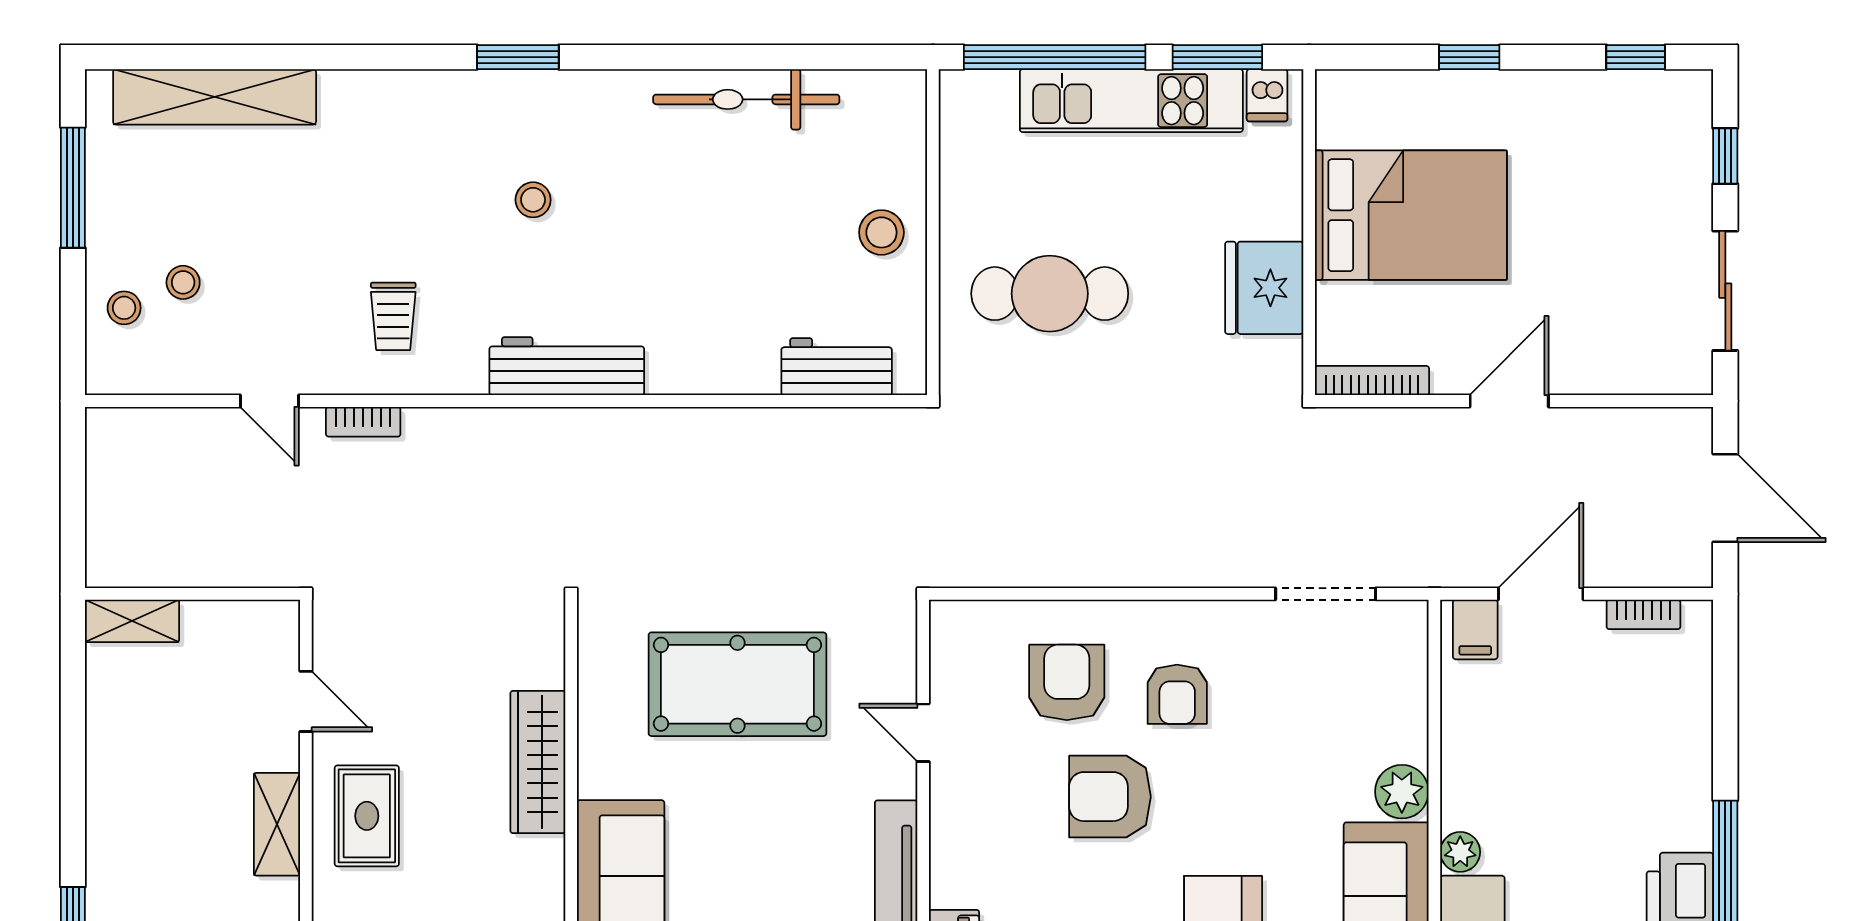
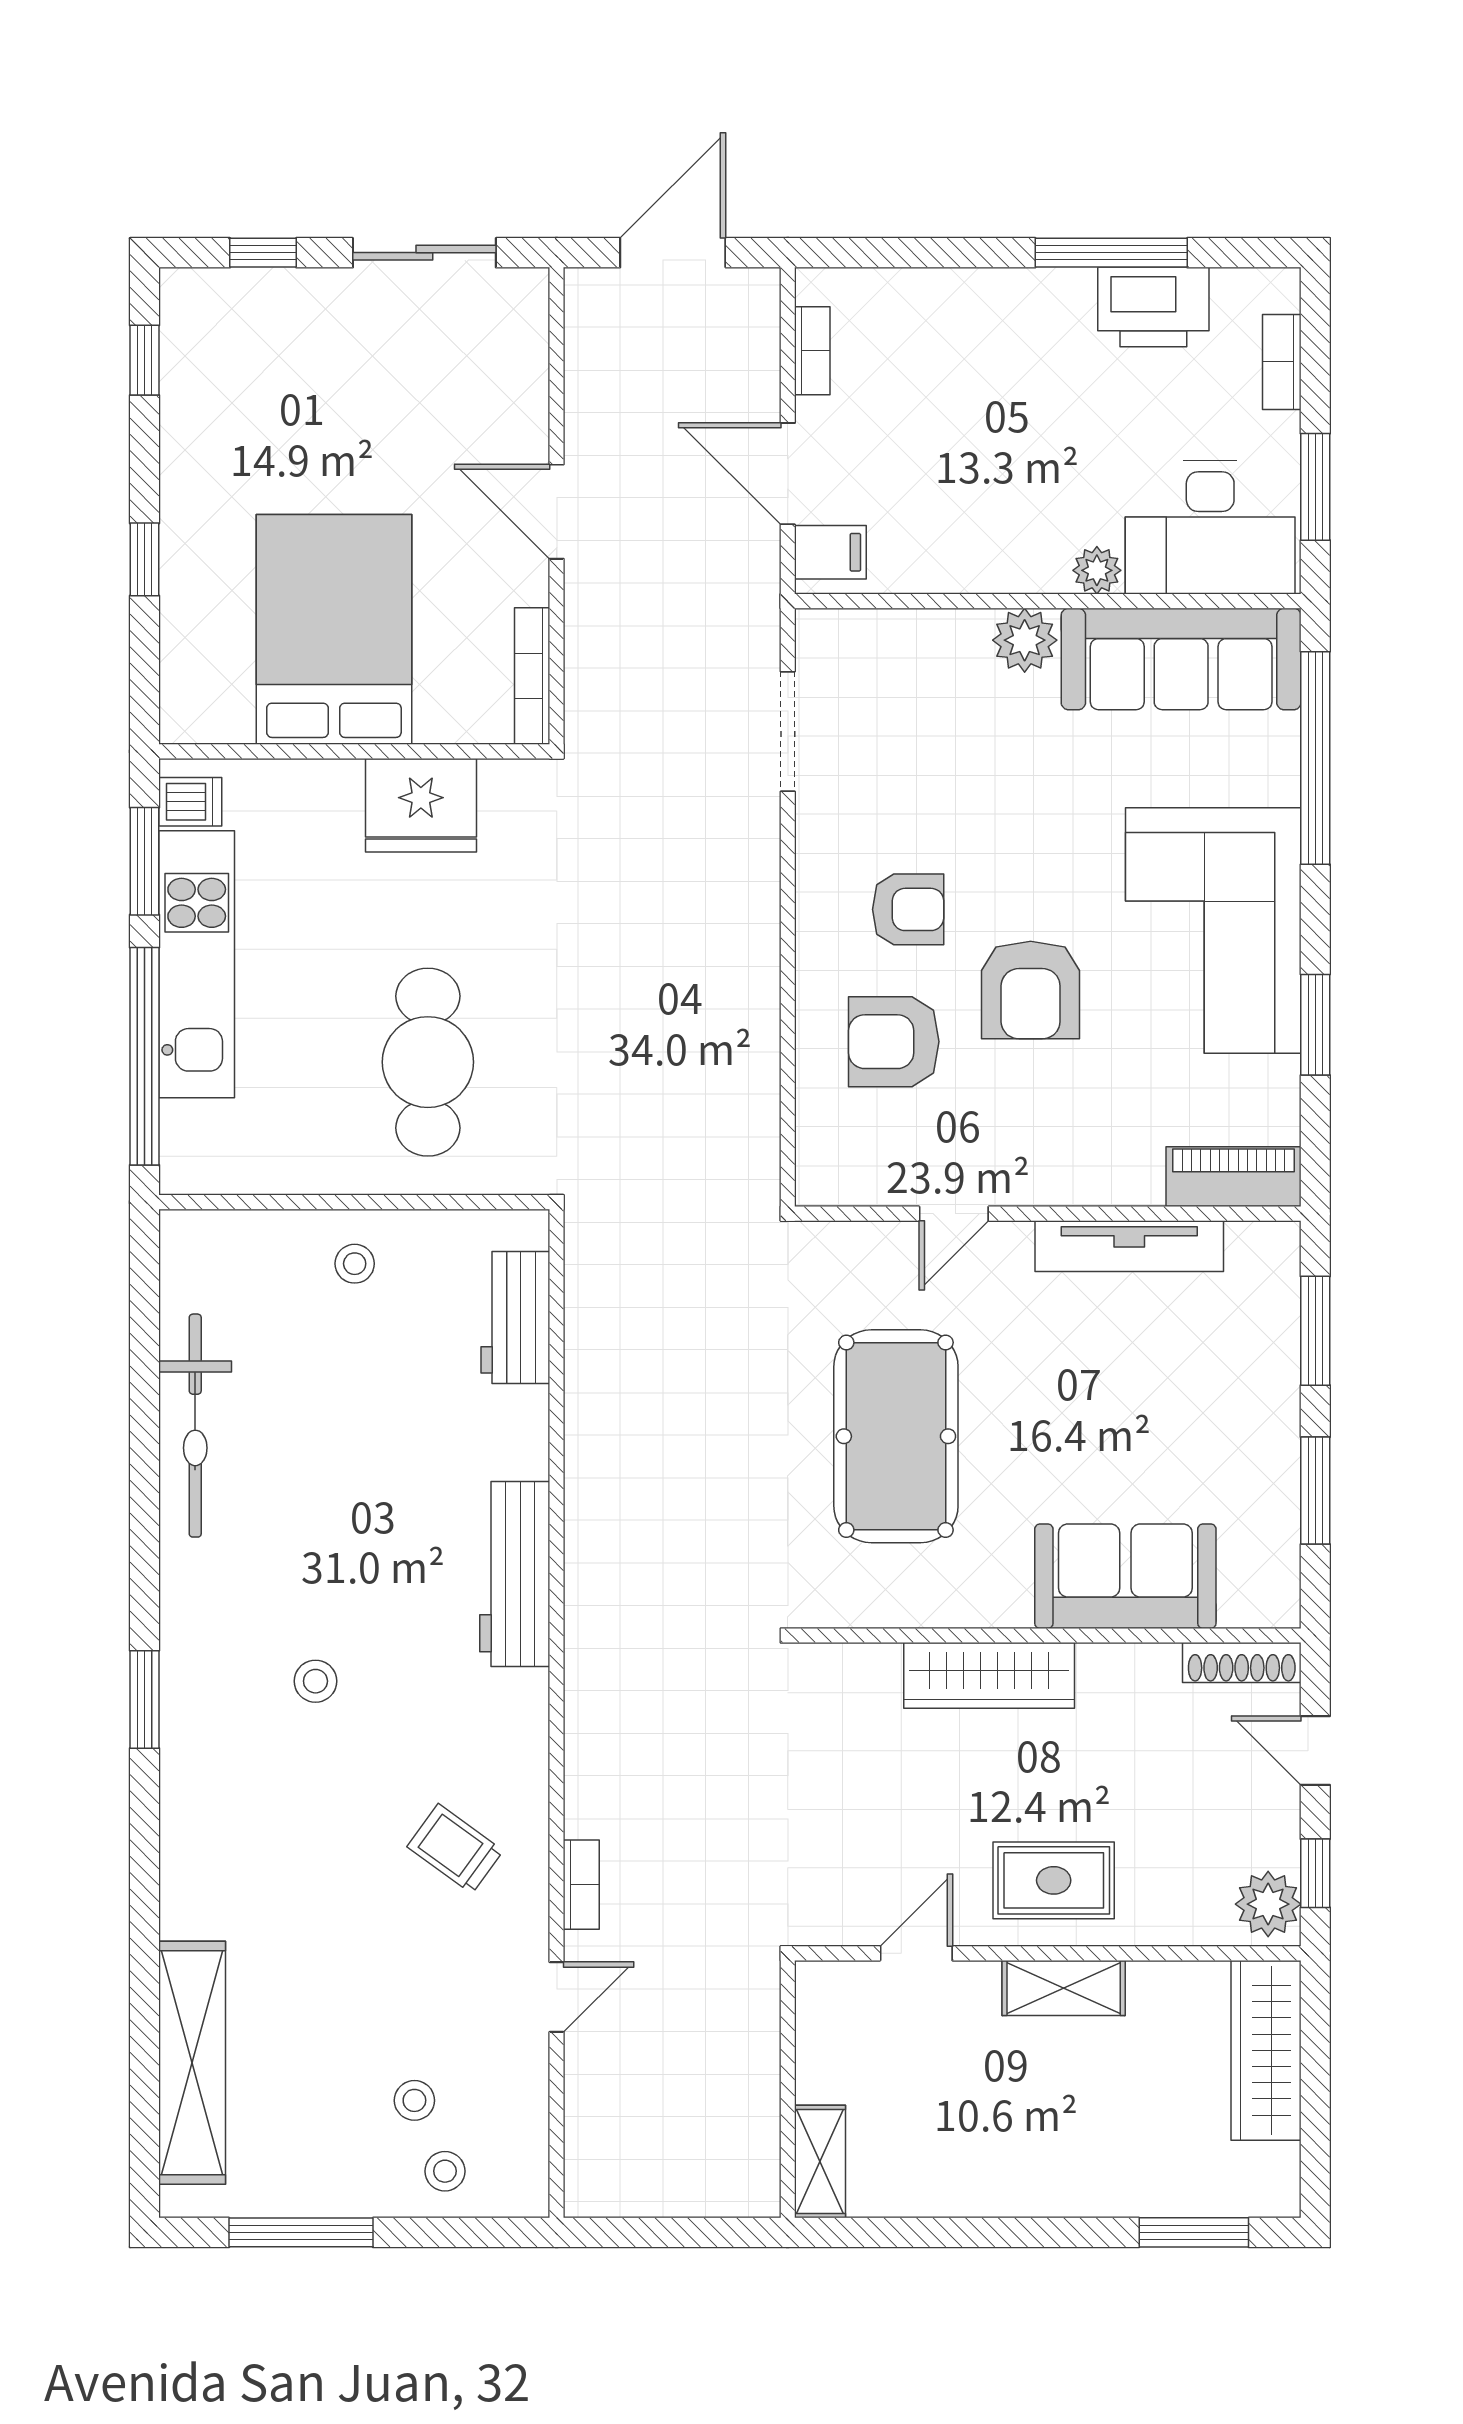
stool: (881, 232) -> (355, 1264), width x0.73, depth x0.73
trolley: (393, 316) -> (455, 1849), turned -144
workbench: (567, 366) -> (515, 1574), moved

